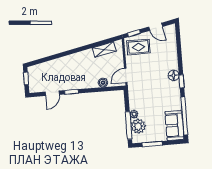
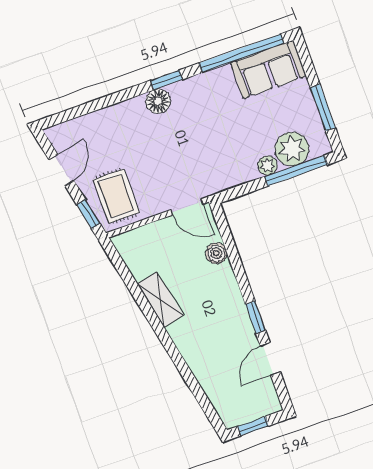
shelving: (104, 49) -> (160, 300), moved
door: (52, 93) -> (270, 359), swing flipped

